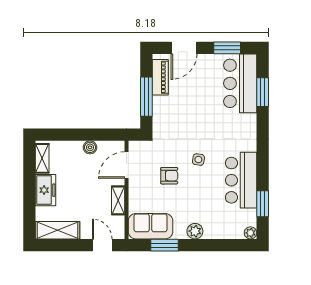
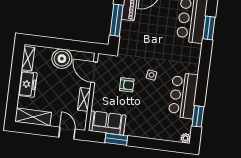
boiler: (90, 147) -> (62, 59), width x1.86, depth x1.86
door: (126, 165) -> (94, 72), hinge flipped
plant: (195, 231) -> (142, 131), removed

